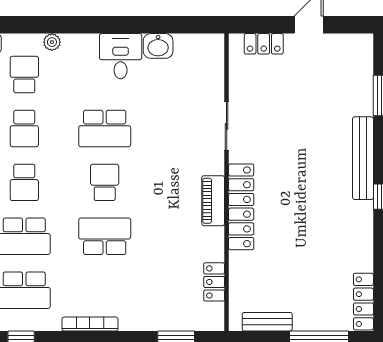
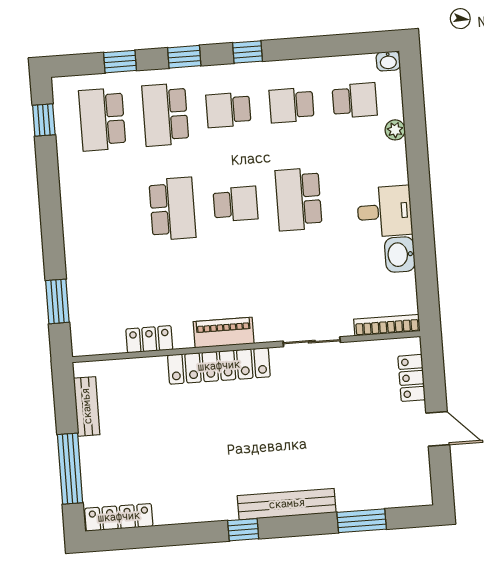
locker: (214, 282) -> (149, 339), moved
bookcase: (90, 324) -> (387, 325), moved, turned -90

